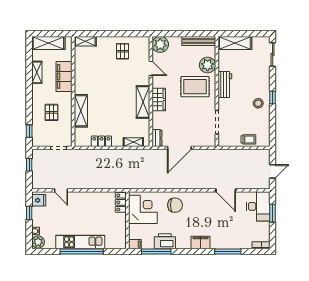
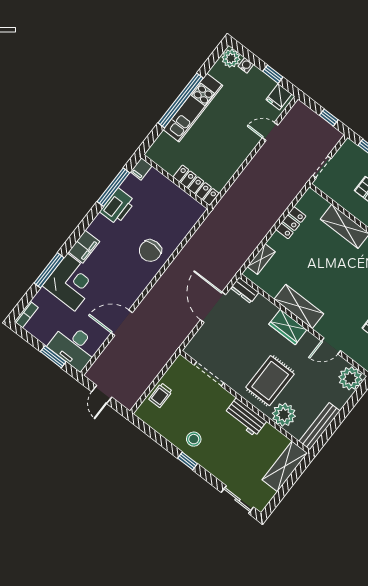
locker: (121, 202) -> (196, 185), width x1.53
corner desk: (143, 209) -> (71, 282), moved, turned -90

